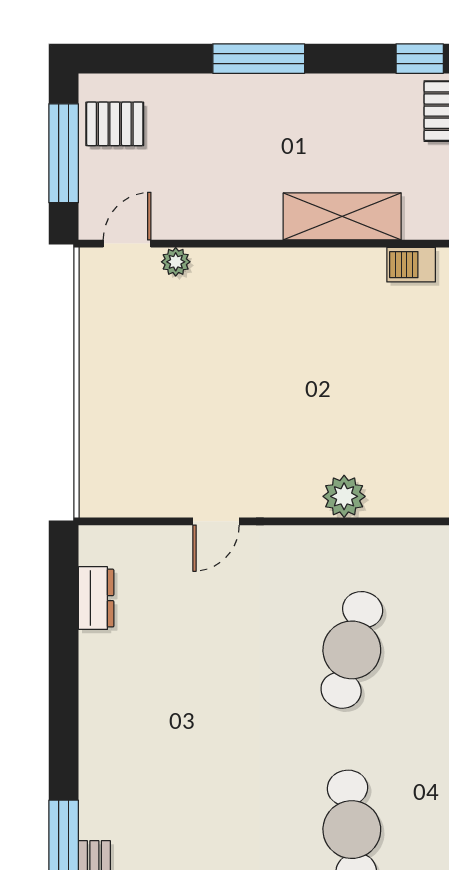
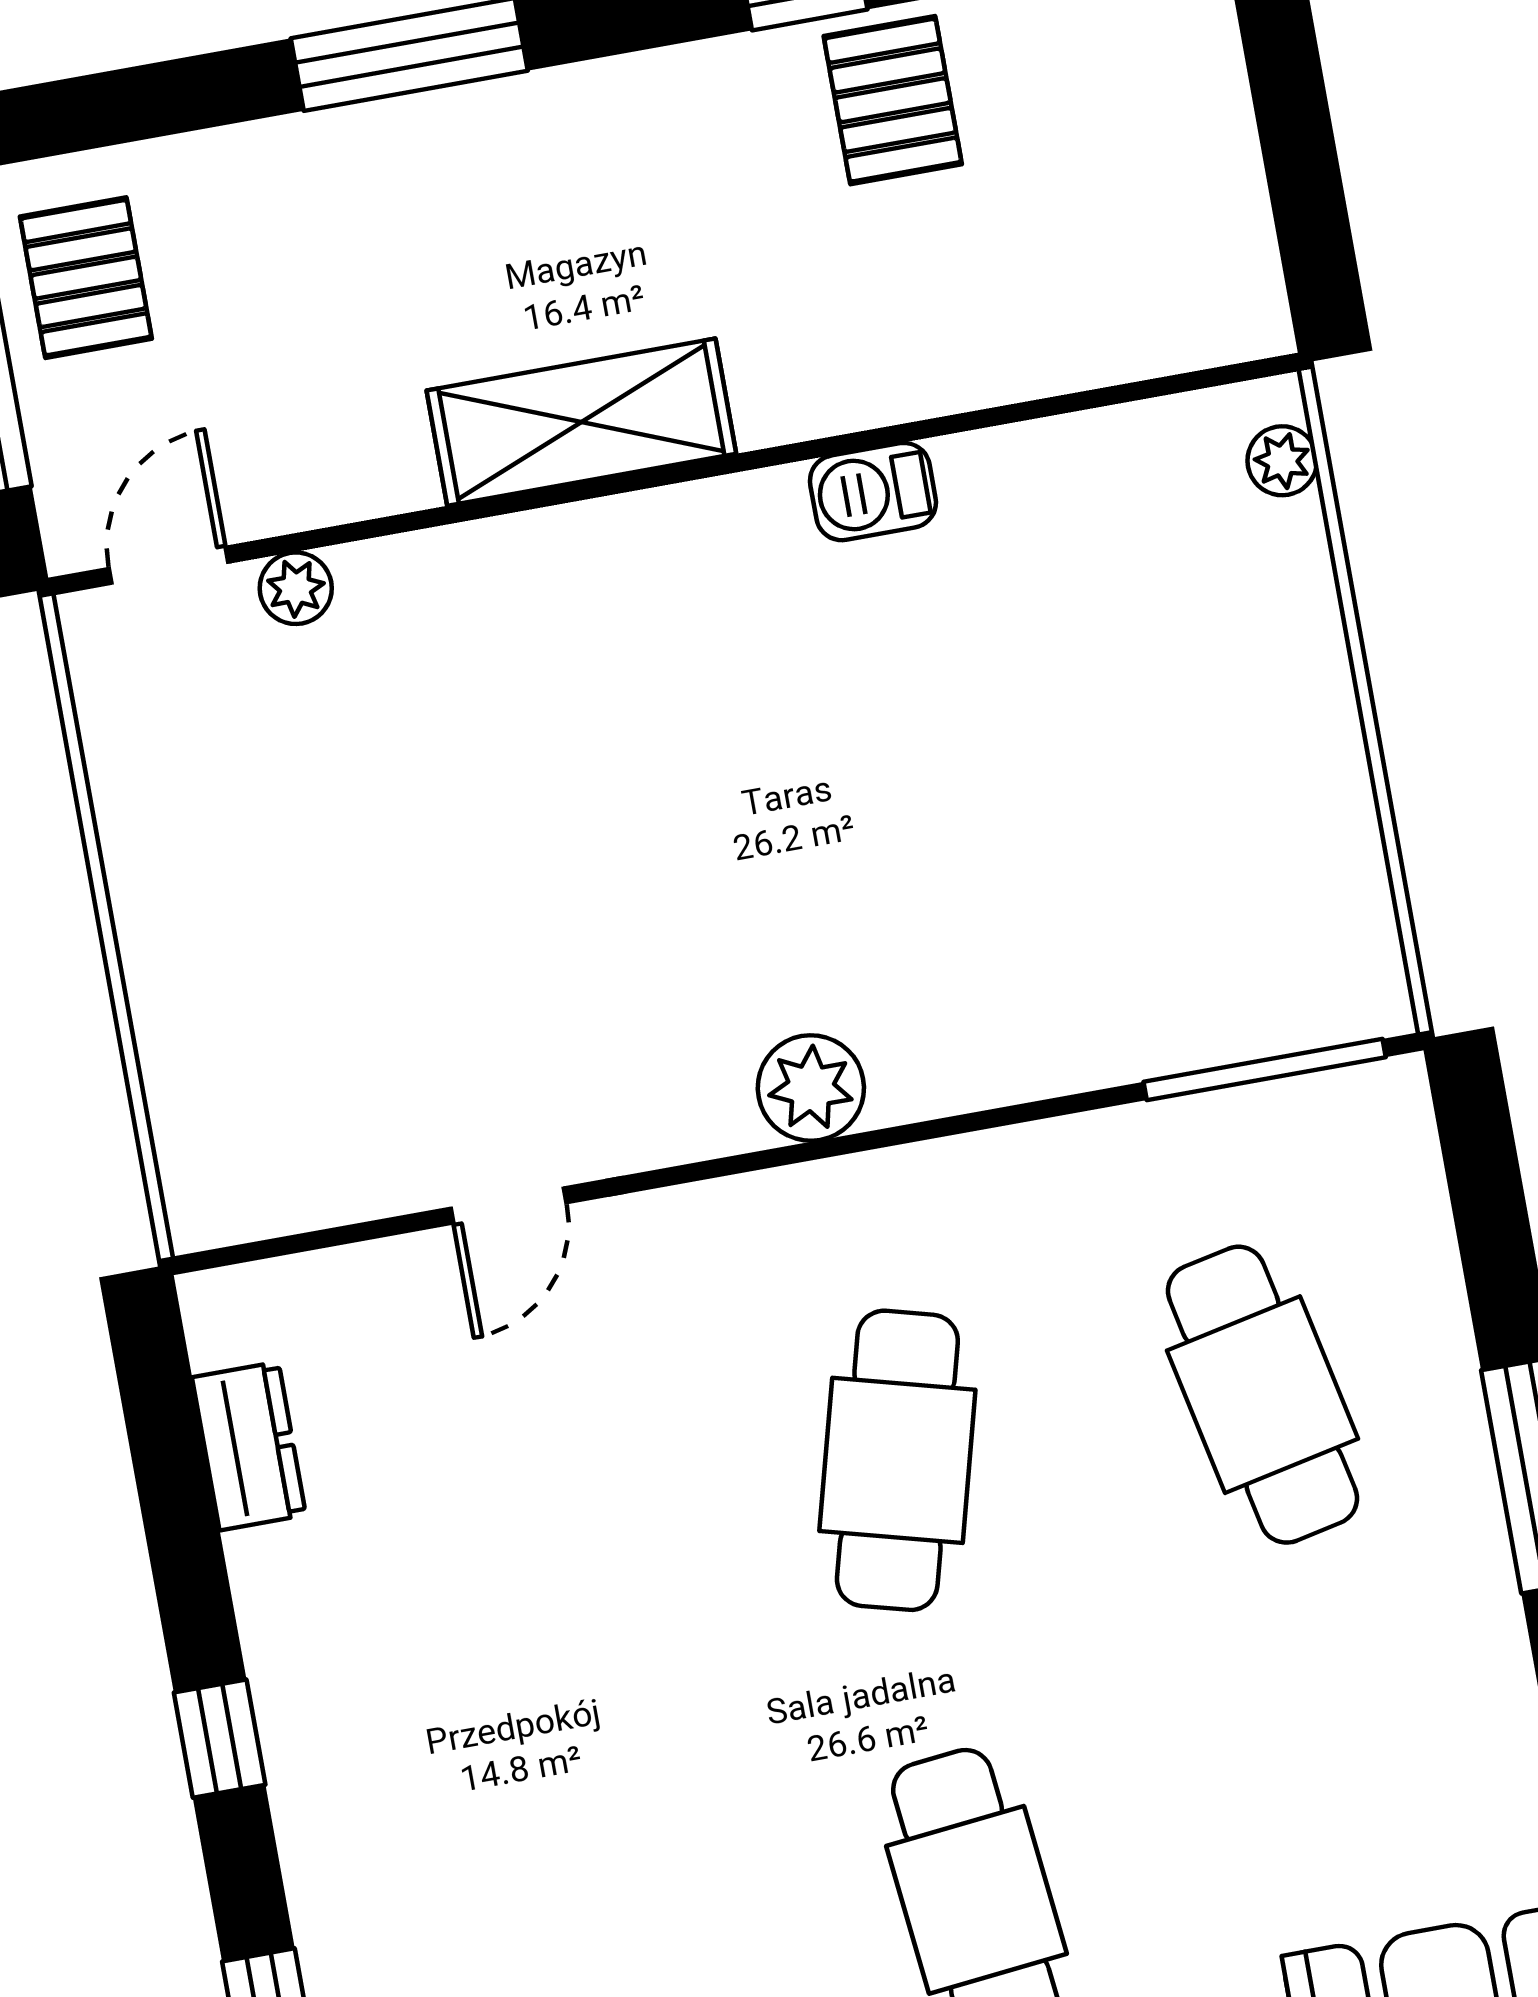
pallet: (115, 124) -> (86, 278), turned 90
shelving: (342, 216) -> (581, 422), moved
window: (64, 712) -> (220, 1739), added

